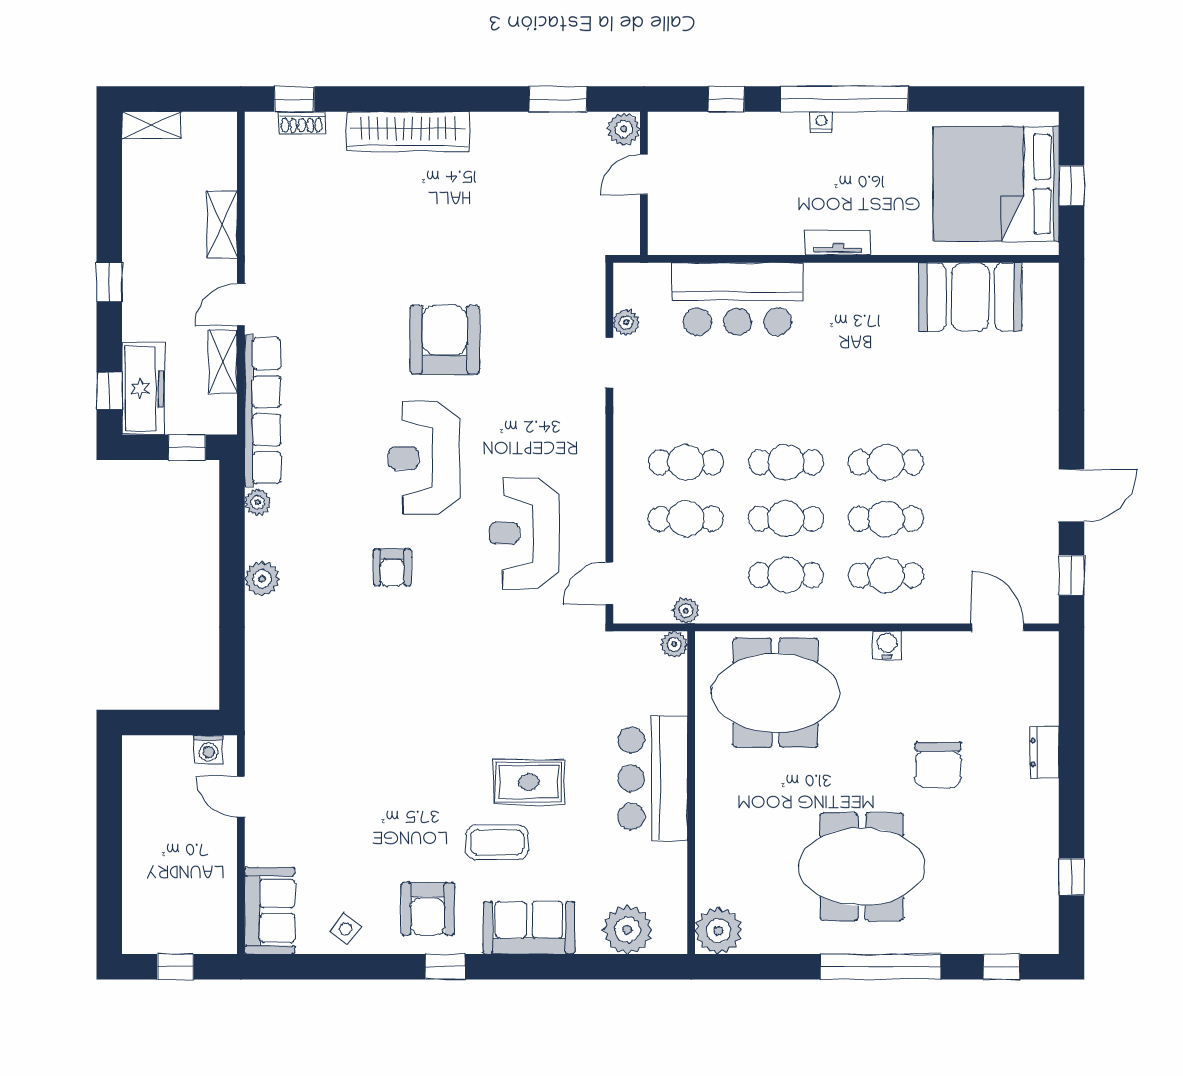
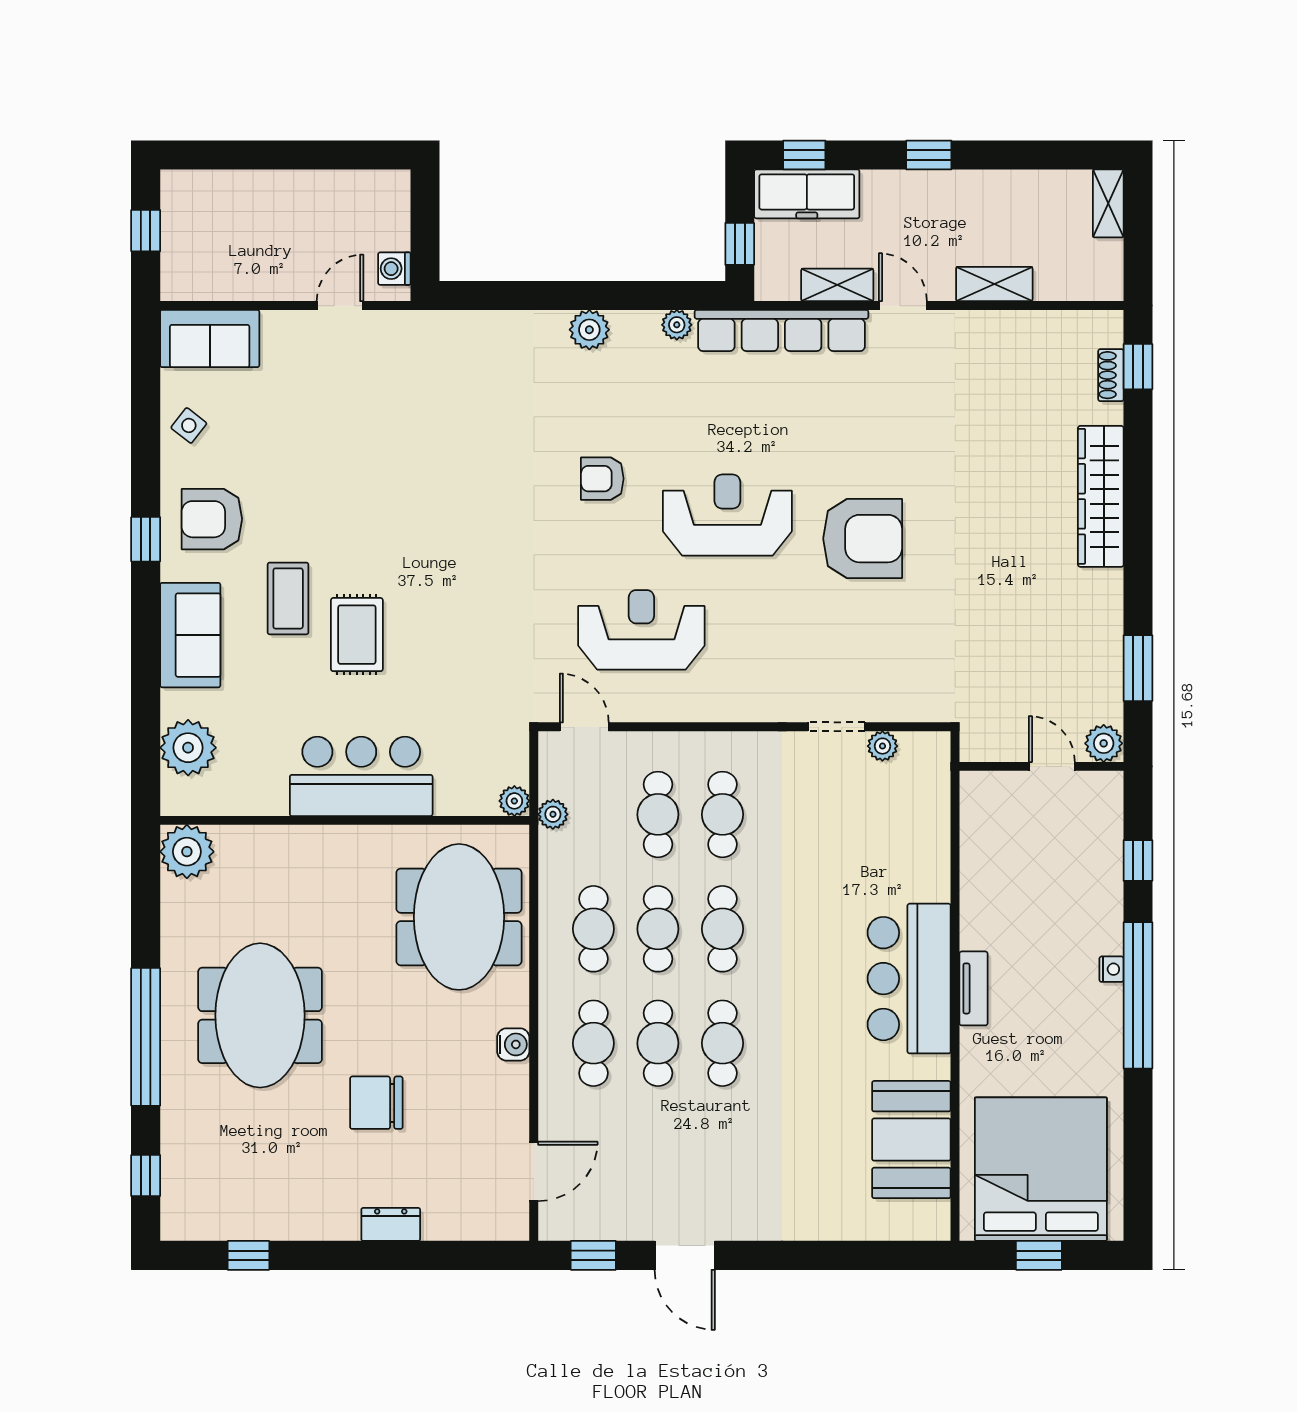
bar counter: (737, 299) -> (909, 979), moved

